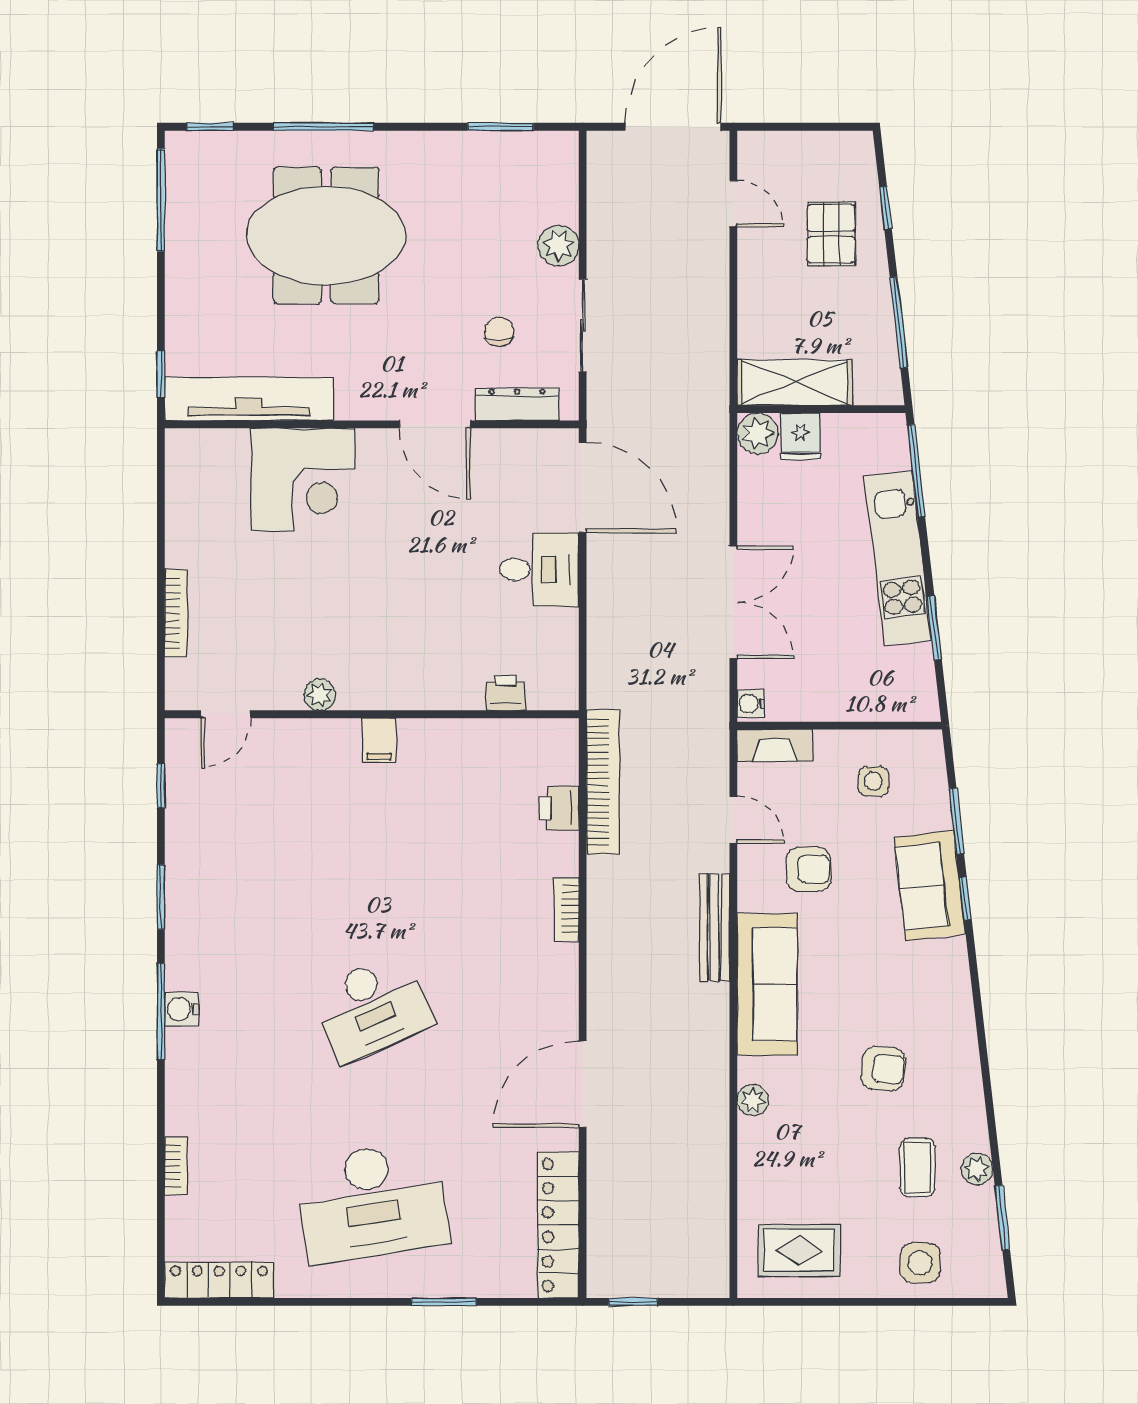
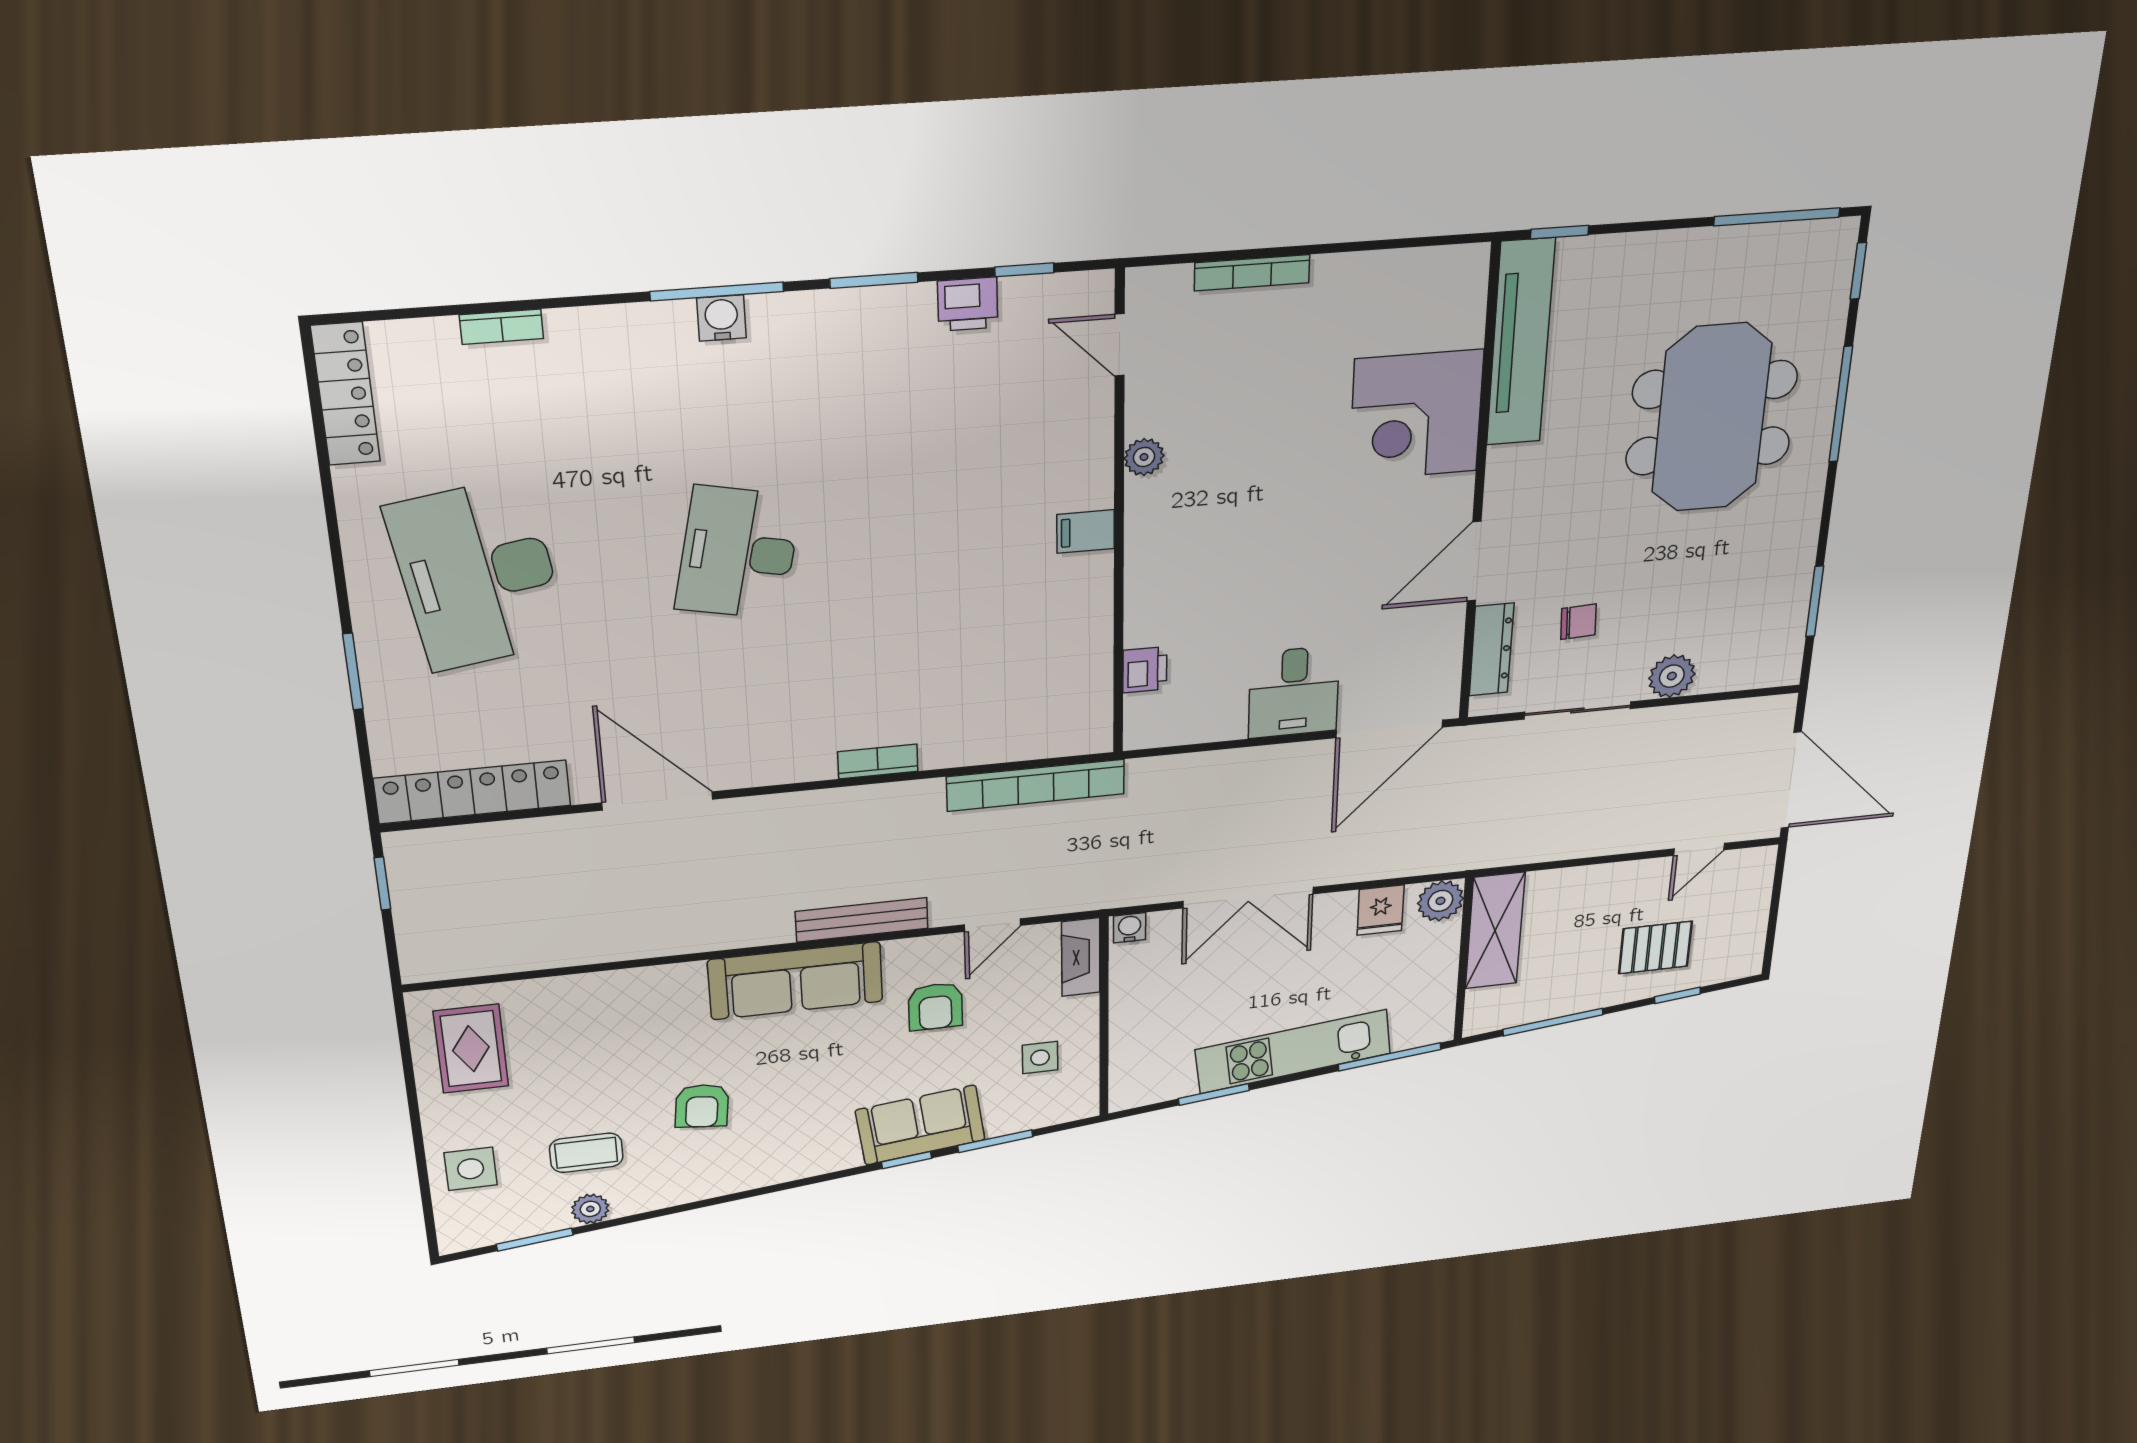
fridge: (801, 436) -> (1381, 910), moved, turned -90
printer: (559, 808) -> (968, 304), moved, turned 180
desk: (372, 1008) -> (738, 553), turned 36
plant: (753, 1100) -> (653, 981), removed

